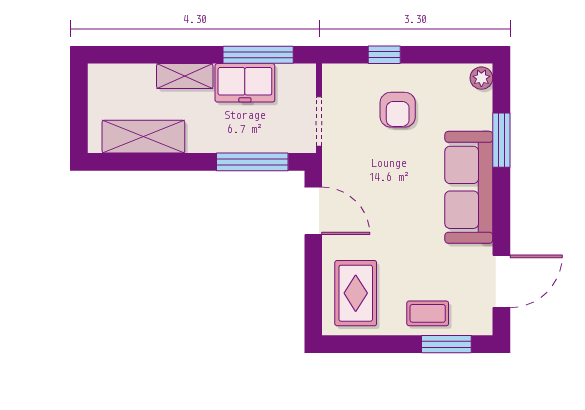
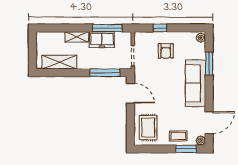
plant: (481, 324) -> (201, 141), added

